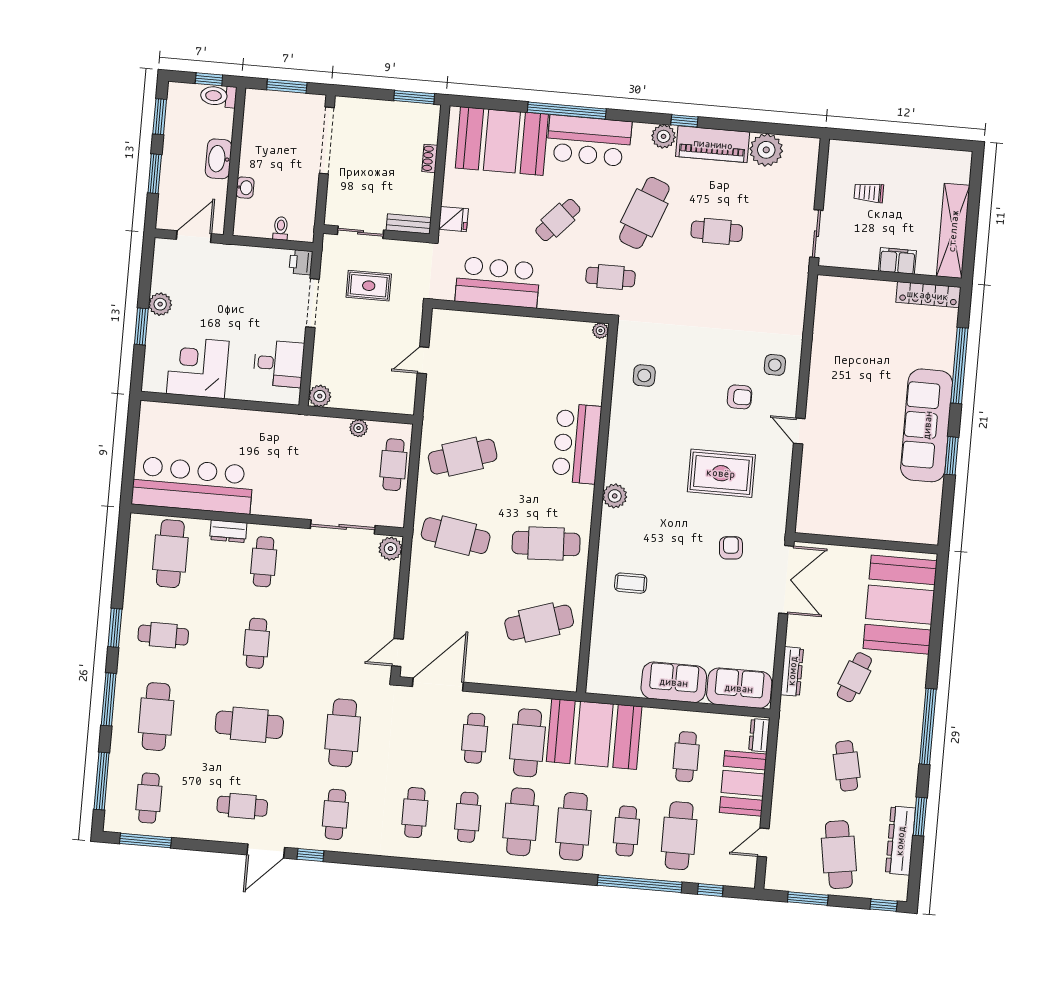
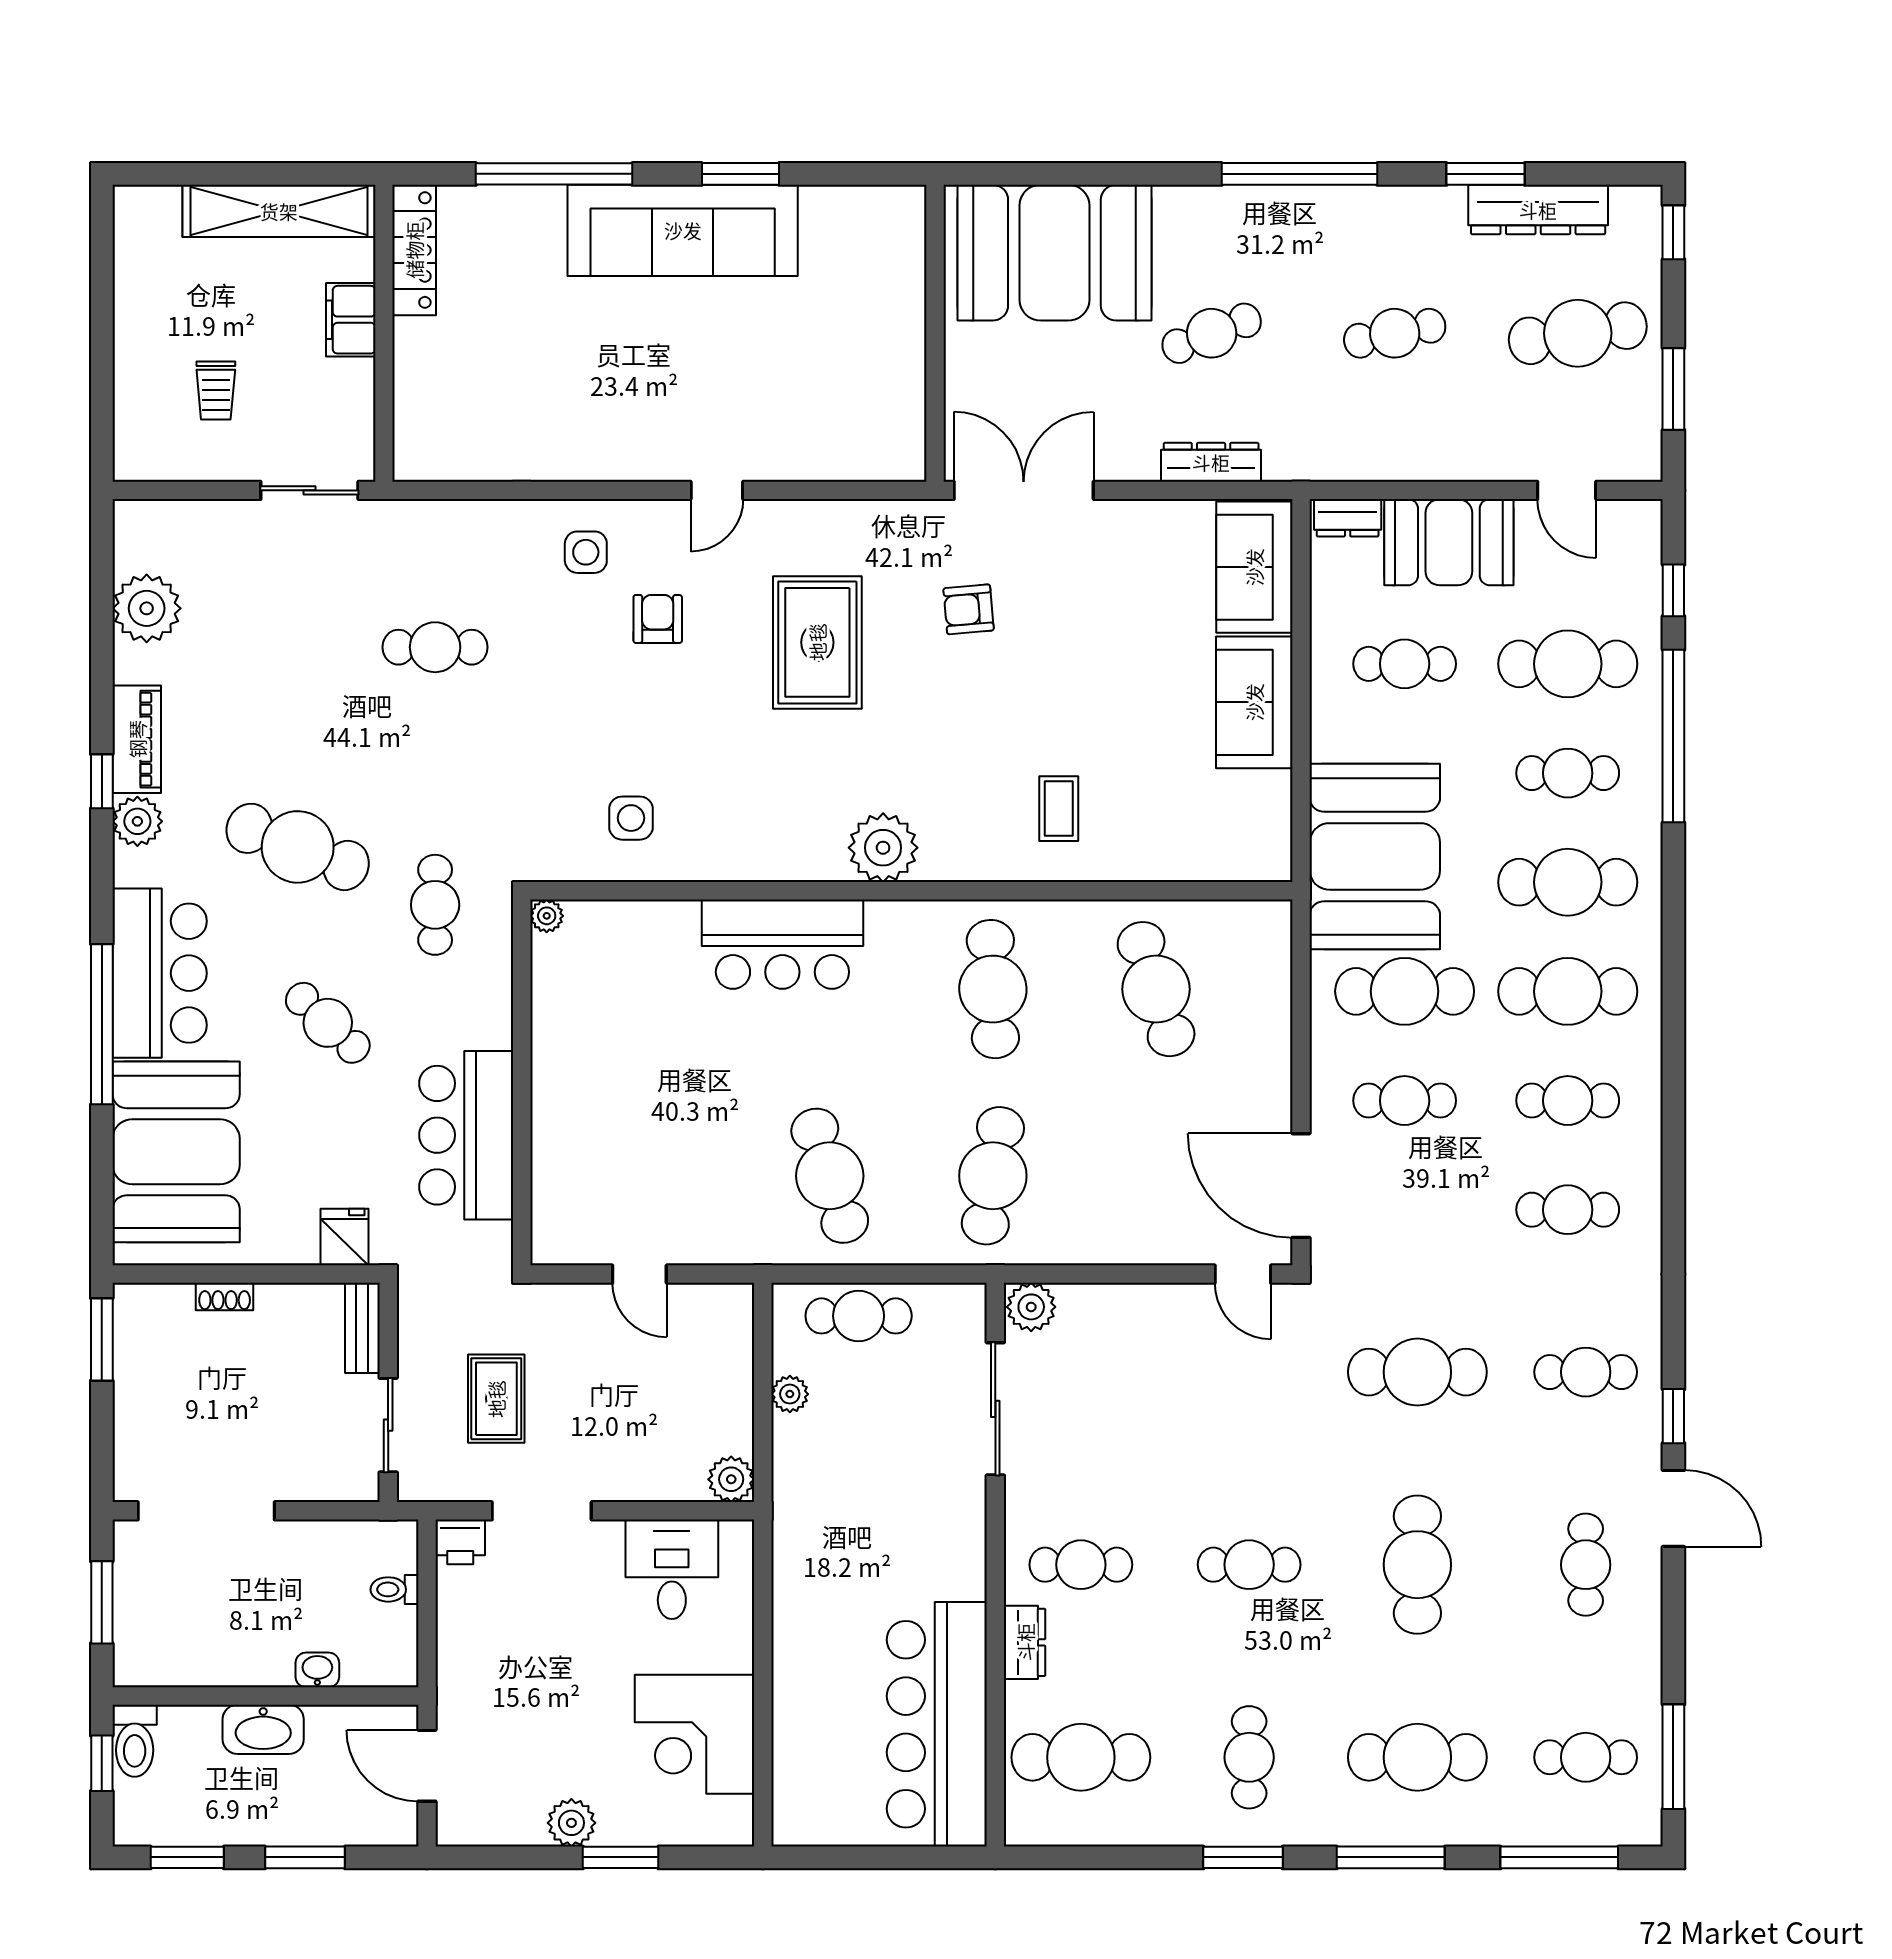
piano: (713, 144) -> (137, 739), width x0.73, depth x0.75
cafe table: (717, 231) -> (435, 647), moved, turned 90
plant: (615, 496) -> (883, 848), width x1.36, depth x1.36
cafe table: (854, 677) -> (1212, 333), turned -42

